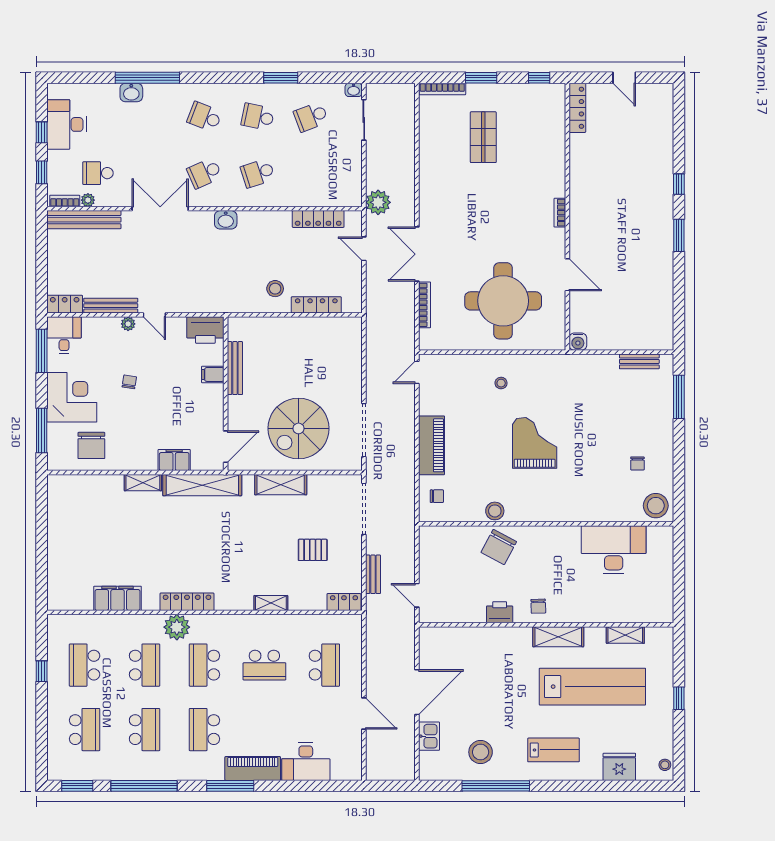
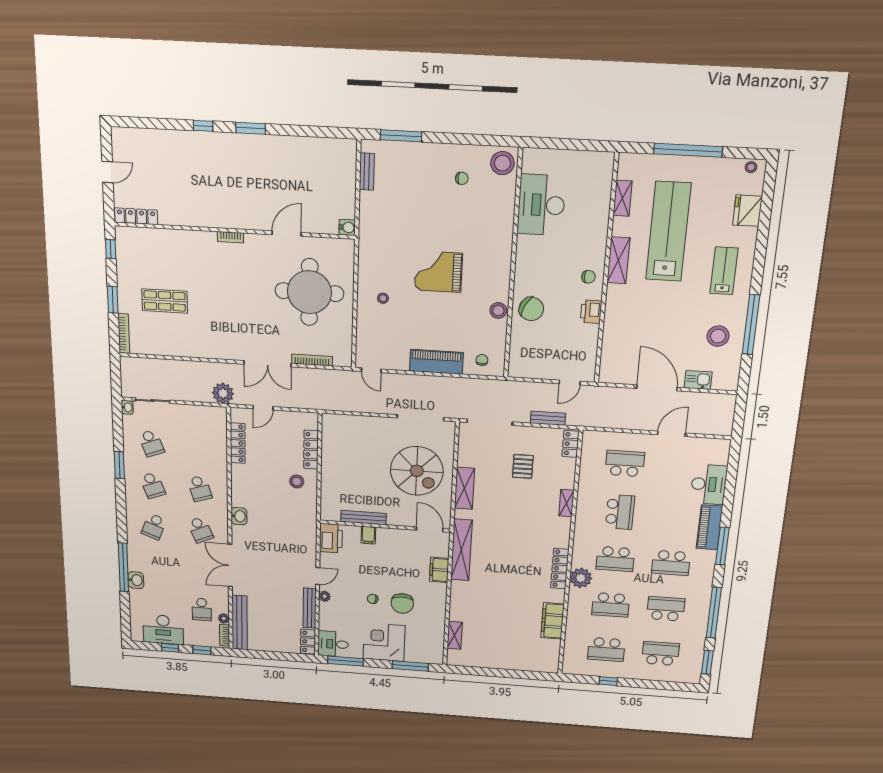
school desk: (258, 117) -> (153, 485), turned -33
chair: (91, 445) -> (402, 603), moved, turned 90
shelving: (143, 483) -> (455, 635), moved
school desk: (144, 665) -> (611, 605), turned 180
window: (679, 698) -> (688, 150), width x3.17

